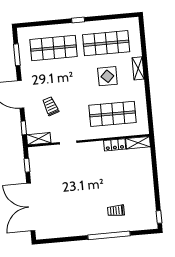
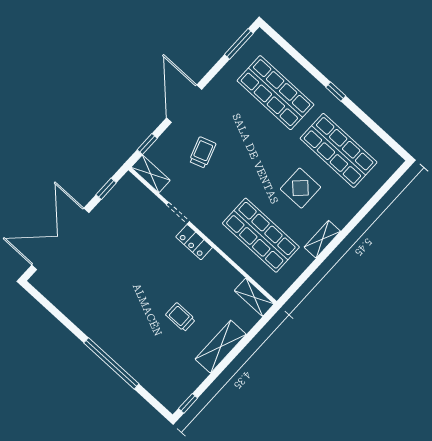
window: (17, 55) -> (239, 44), moved
shelving: (138, 68) -> (322, 239), moved
locker: (115, 145) -> (194, 242), moved
shelving: (147, 179) -> (221, 347), added
trolley: (116, 211) -> (181, 317), moved

